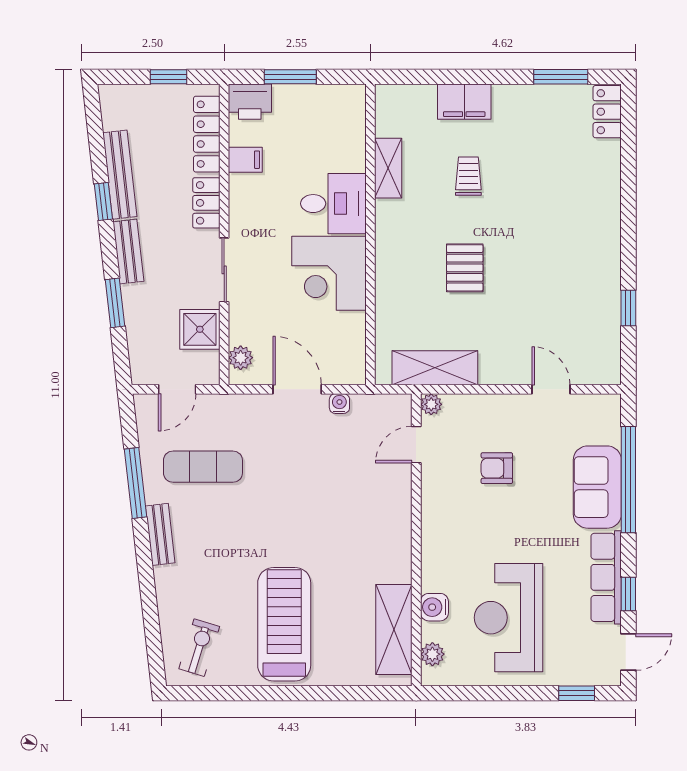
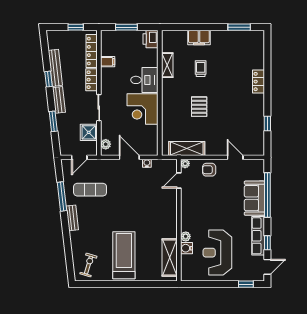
printer: (250, 102) -> (151, 39), moved, turned 90
locker: (607, 112) -> (259, 82), moved
armchair: (497, 468) -> (209, 170), moved
plant: (432, 654) -> (186, 236), moved

